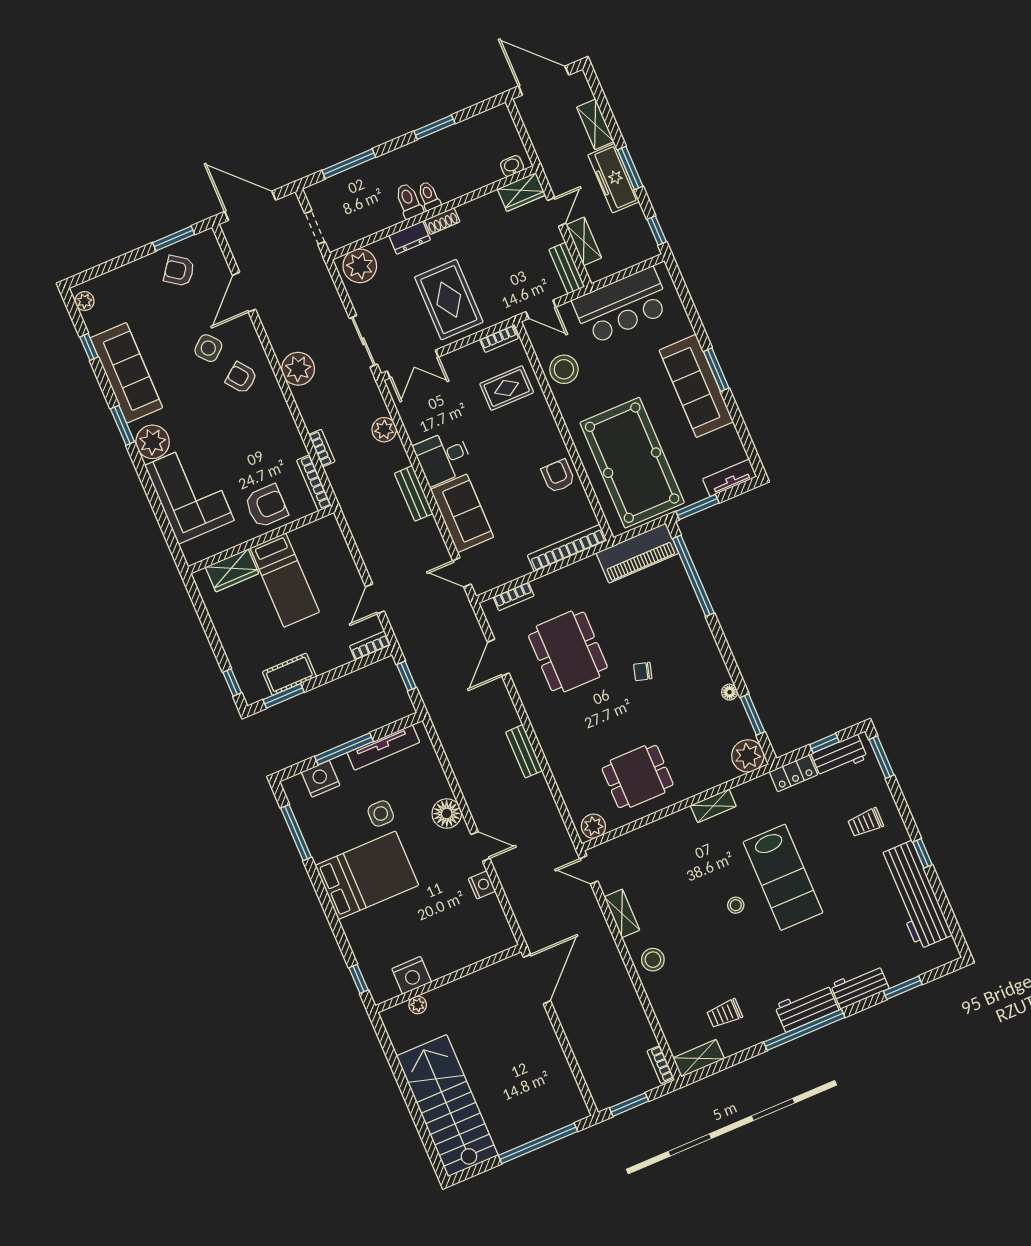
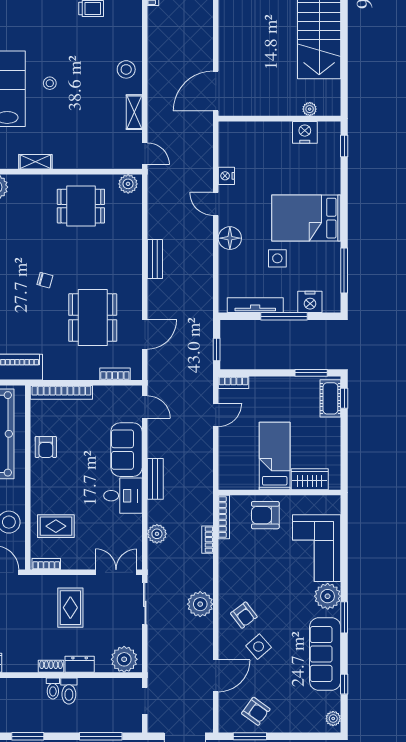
rug: (449, 300) -> (70, 608), width x0.73, depth x0.70
cot: (289, 674) -> (330, 398), moved, turned 90

